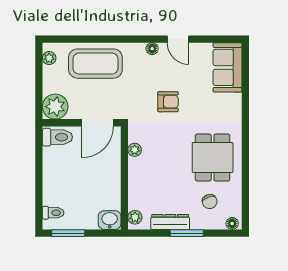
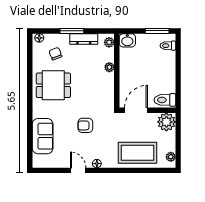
sofa: (227, 67) -> (43, 136), moved
plant: (135, 150) -> (109, 67), moved
dining table: (213, 158) -> (53, 85), turned 90

